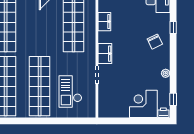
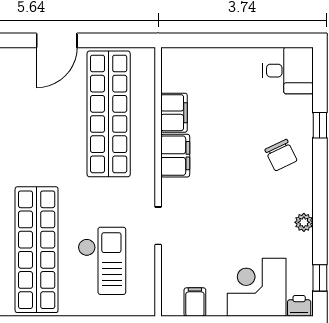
filing cabinet: (105, 54) -> (175, 156), moved
checkout: (70, 91) -> (102, 261), turned 180
filing cabinet: (114, 111) -> (195, 302), added

